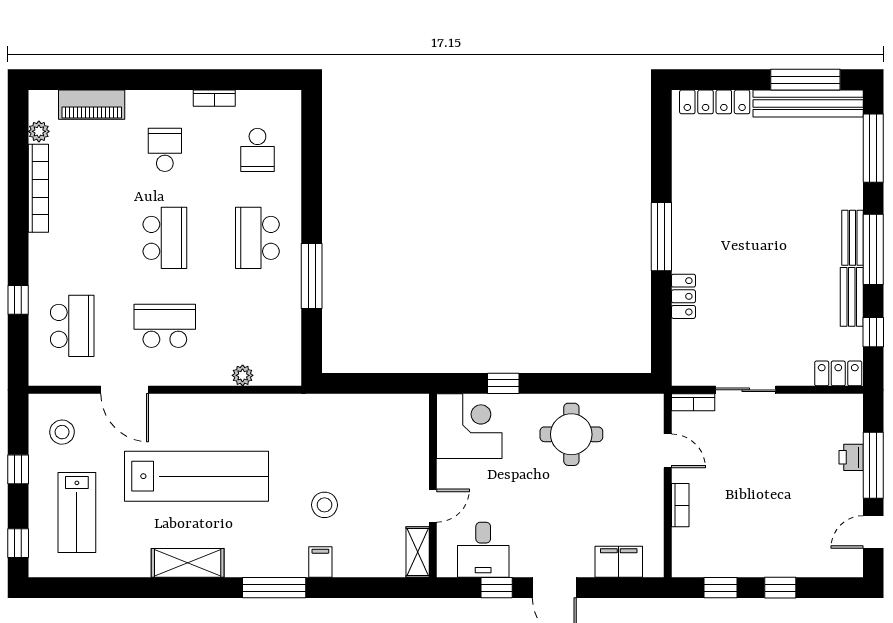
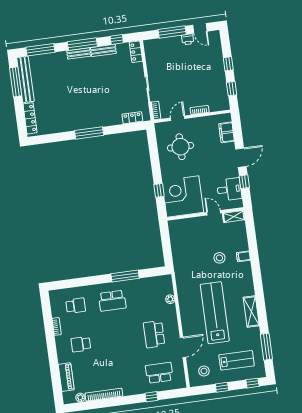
school desk: (165, 238) -> (117, 339), removed
locker: (683, 296) -> (132, 118), moved
corner desk: (469, 426) -> (183, 197), width x1.36, depth x1.36
round table: (571, 434) -> (181, 147), moved
printer: (851, 457) -> (188, 39), moved
window: (274, 588) -> (266, 347), moved

